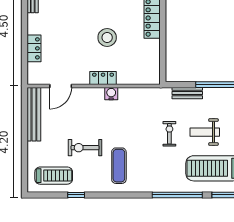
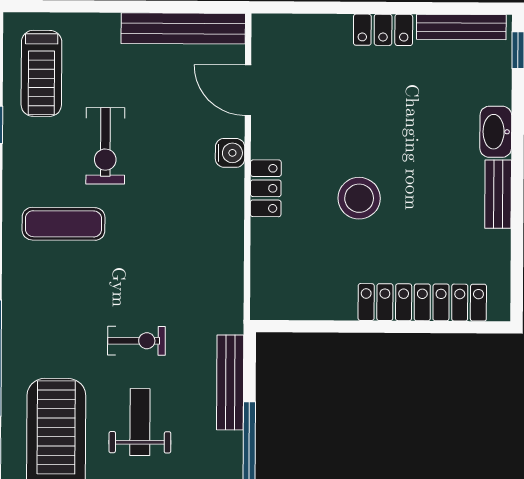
locker: (34, 48) -> (383, 30), moved
bench: (187, 93) -> (230, 382), width x1.36
water cooler: (111, 94) -> (230, 153), moved
exercise bike: (85, 148) -> (105, 146), turned 180

